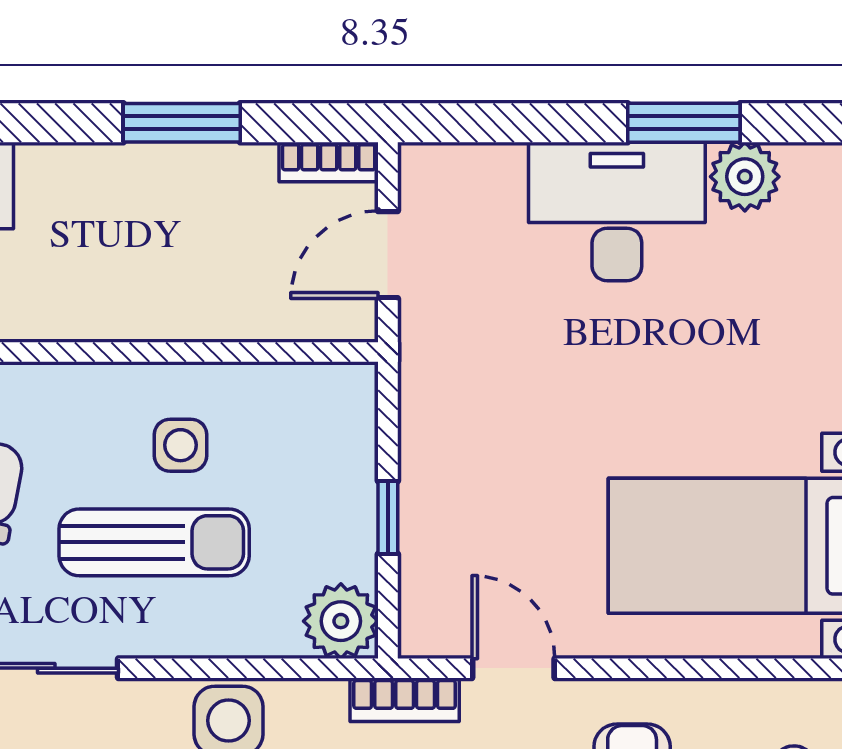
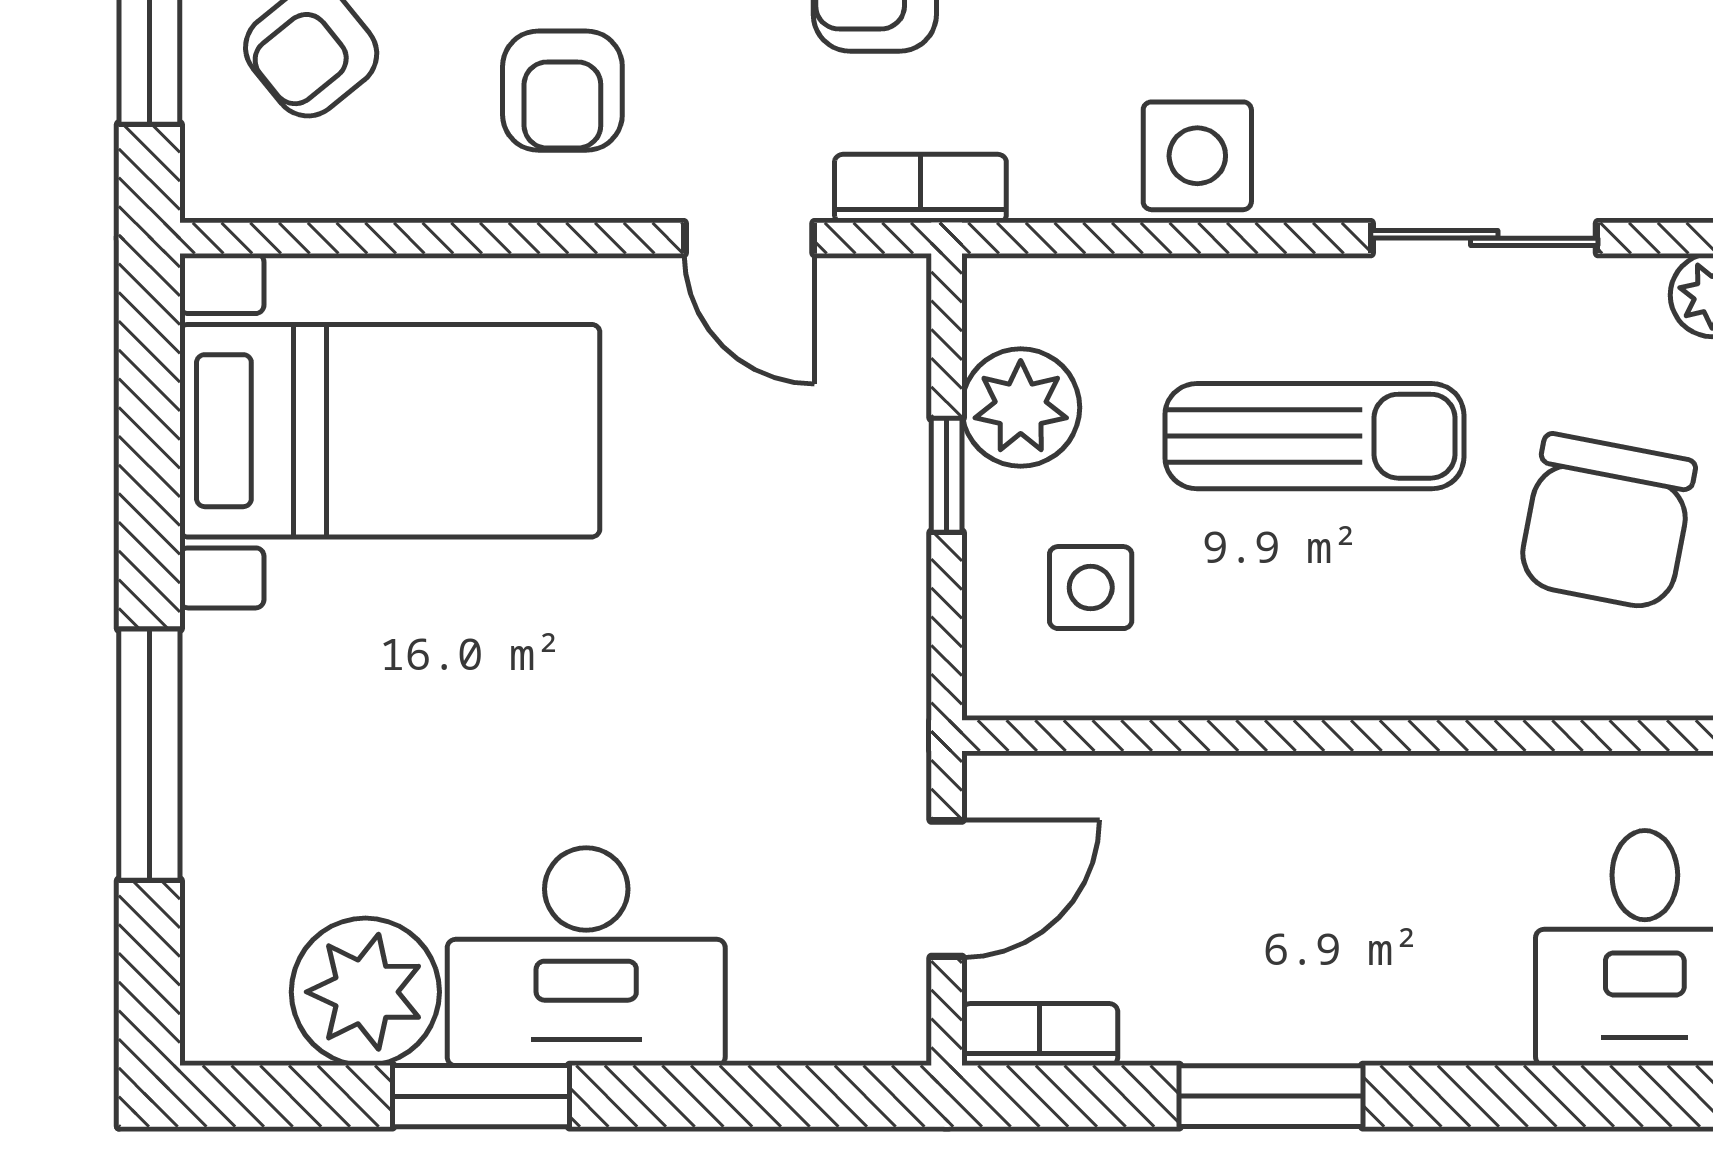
plant: (745, 177) -> (365, 992), width x1.36, depth x1.36
side table: (180, 445) -> (1091, 588), moved
sun lounger: (154, 542) -> (1314, 436), turned 180
plant: (341, 621) -> (1021, 408), moved

